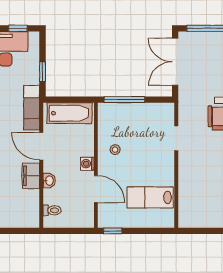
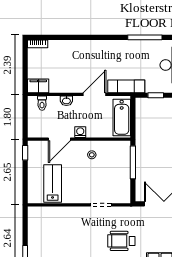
filing cabinet: (31, 176) -> (38, 86), moved

